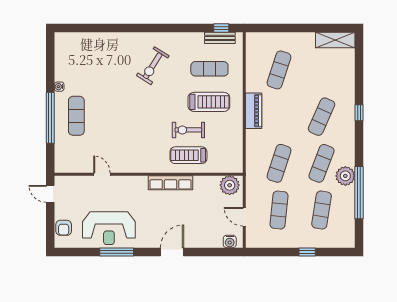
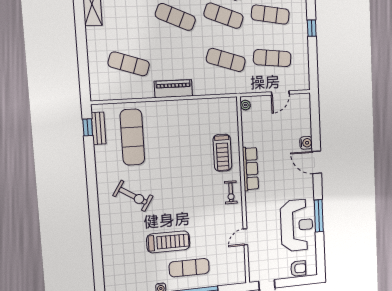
exercise mat: (209, 69) -> (132, 137), width x1.36, depth x1.45
treadmill: (209, 102) -> (168, 242), moved, turned 90
exercise bike: (188, 130) -> (231, 192), moved, width x0.73, depth x0.72
plant: (230, 185) -> (245, 105), width x0.53, depth x0.53
water cooler: (230, 241) -> (306, 143), moved

